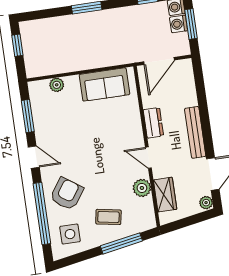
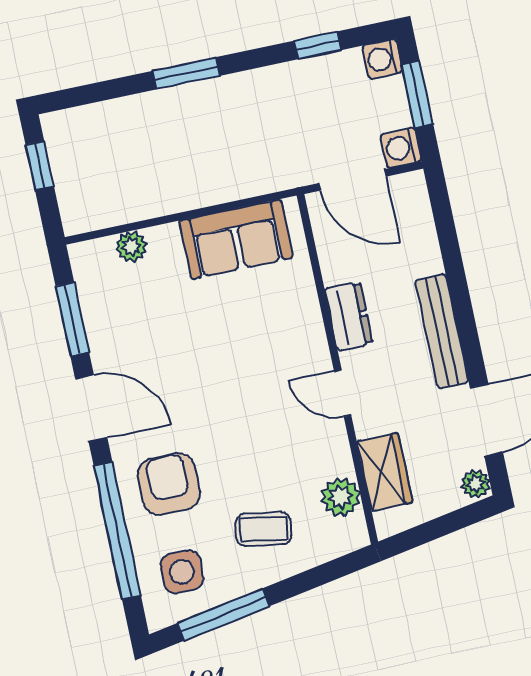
washing machine: (178, 24) -> (401, 148), moved
door: (159, 61) -> (352, 180), hinge flipped
door: (34, 157) -> (91, 408), width x1.38
plant: (142, 188) -> (341, 497), moved
armchair: (67, 194) -> (169, 484), turned -35
window: (121, 243) -> (223, 615), moved

